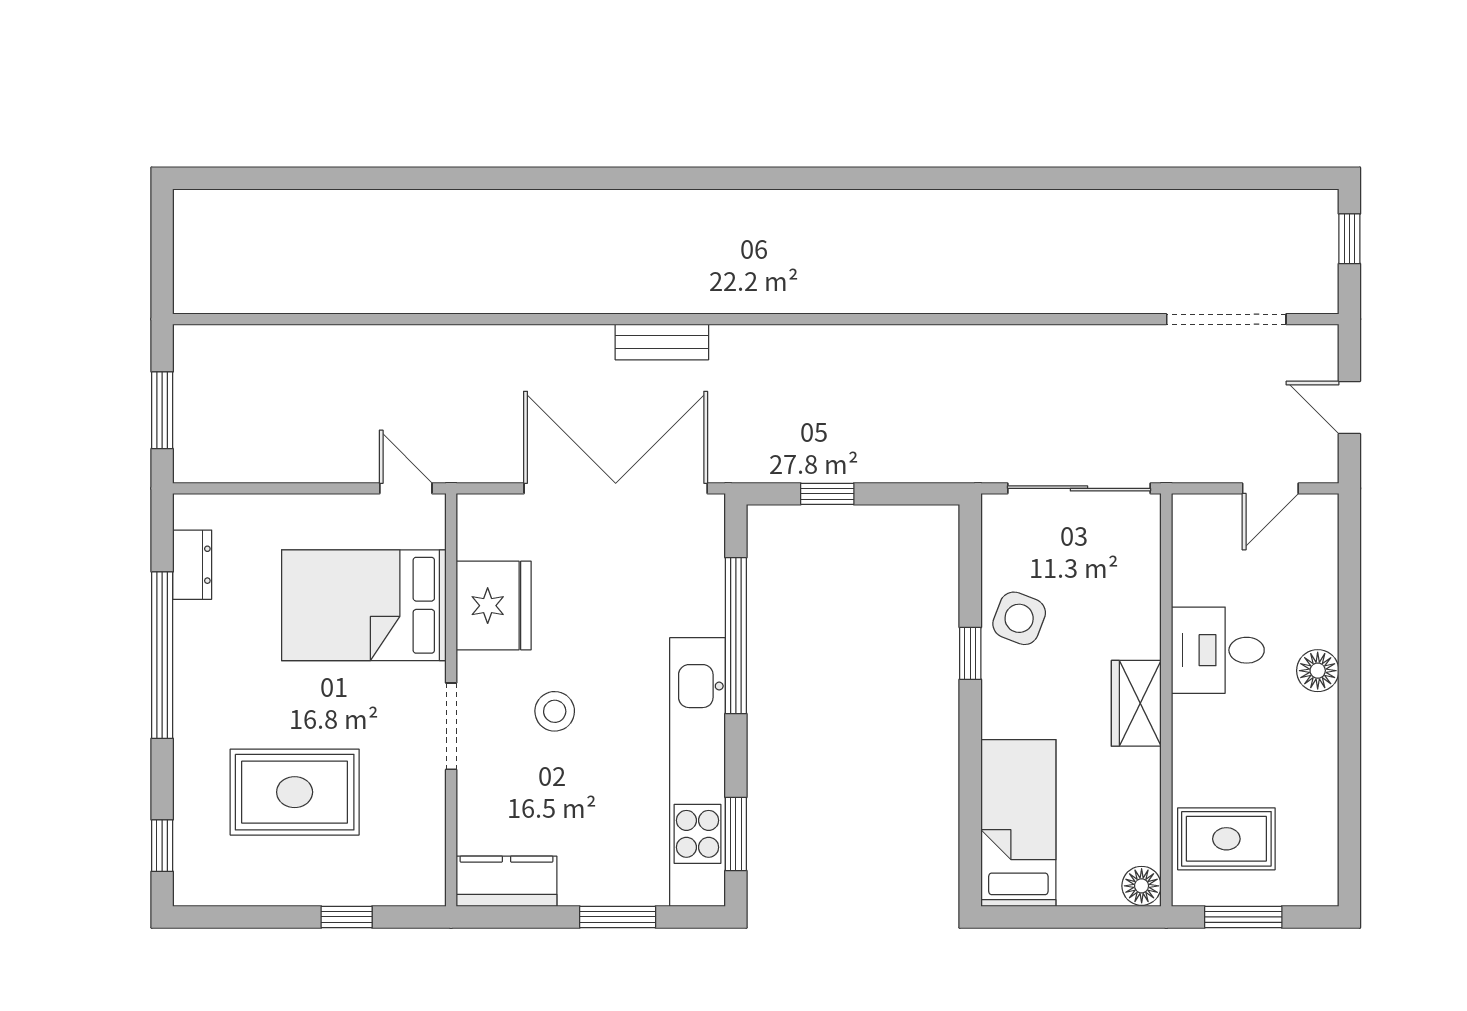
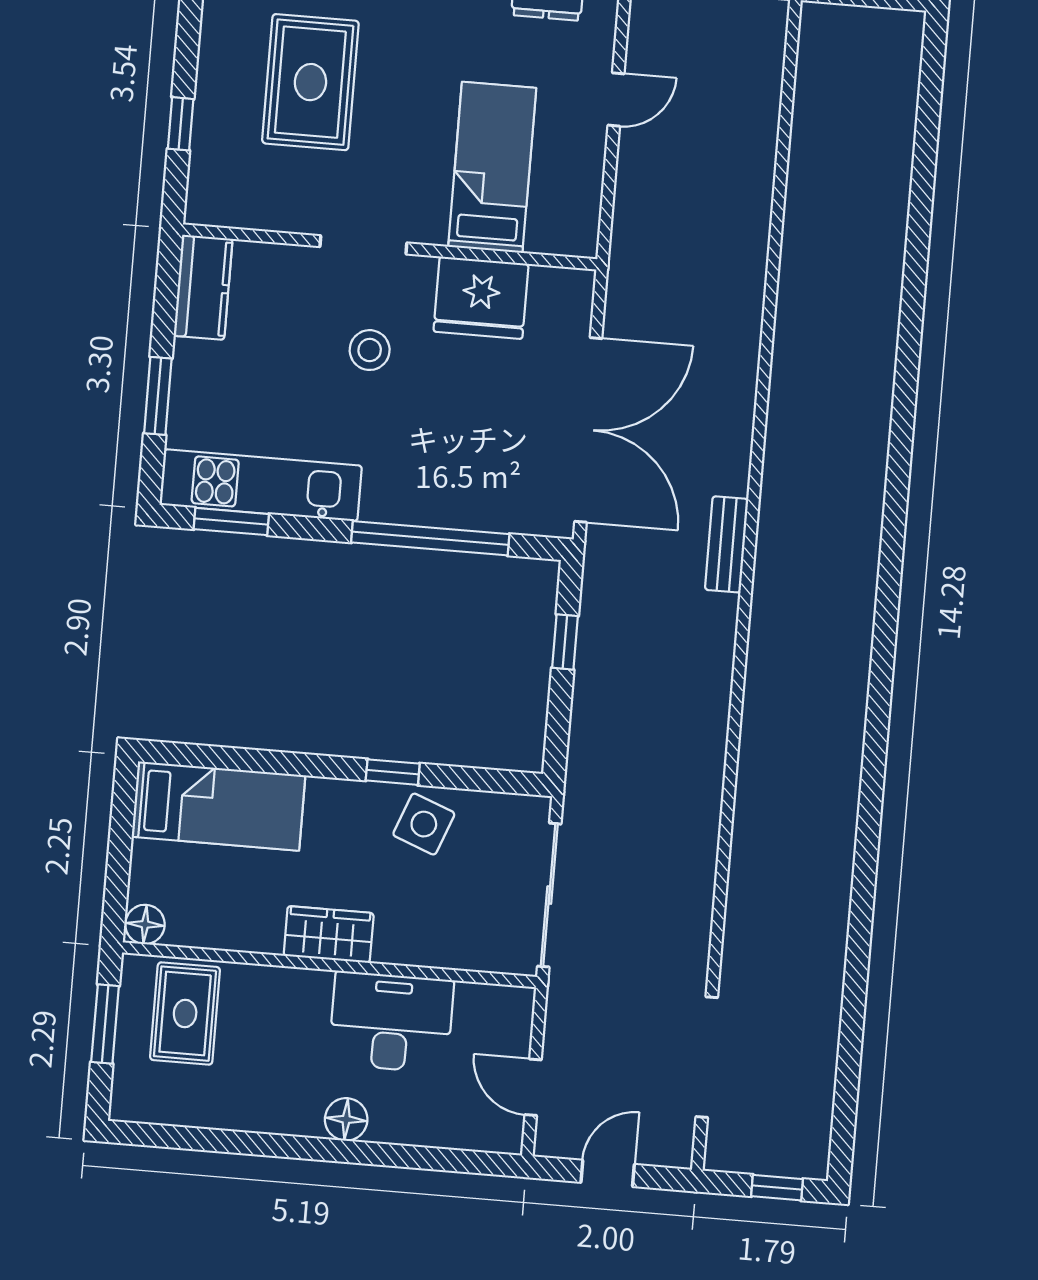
bench: (662, 342) -> (727, 544), moved
door: (406, 488) -> (616, 100), moved
bed: (364, 605) -> (492, 167), width x0.67
desk: (1218, 650) -> (391, 1022), width x1.37
kitchen unit: (698, 772) -> (261, 485), width x0.73

